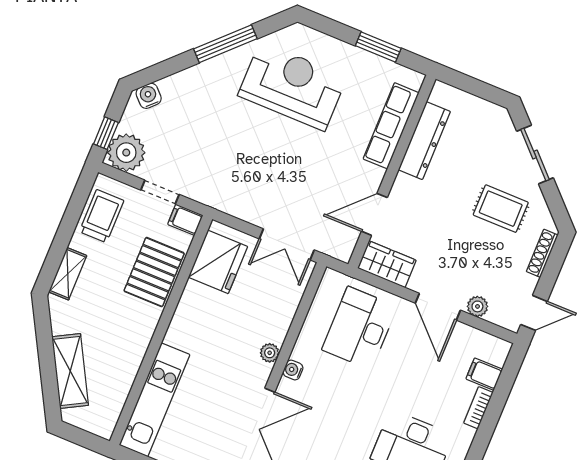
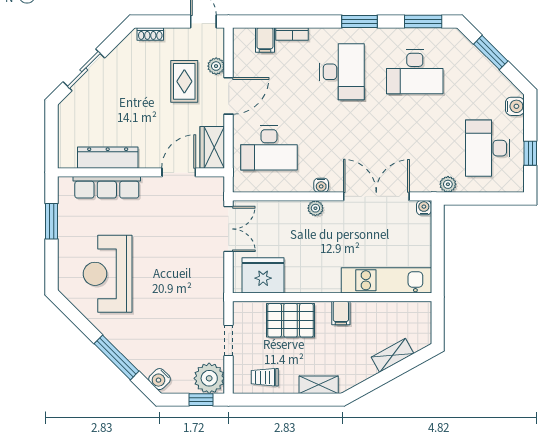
window: (225, 44) -> (117, 357), moved
rug: (501, 209) -> (184, 81), moved
door: (374, 214) -> (179, 172), swing flipped
trolley: (102, 216) -> (265, 377), width x0.73, depth x0.72
filing cabinet: (185, 220) -> (341, 313), moved
shoe rack: (542, 253) -> (150, 34), width x0.70
shelving: (70, 371) -> (392, 355), width x0.67, depth x0.75

